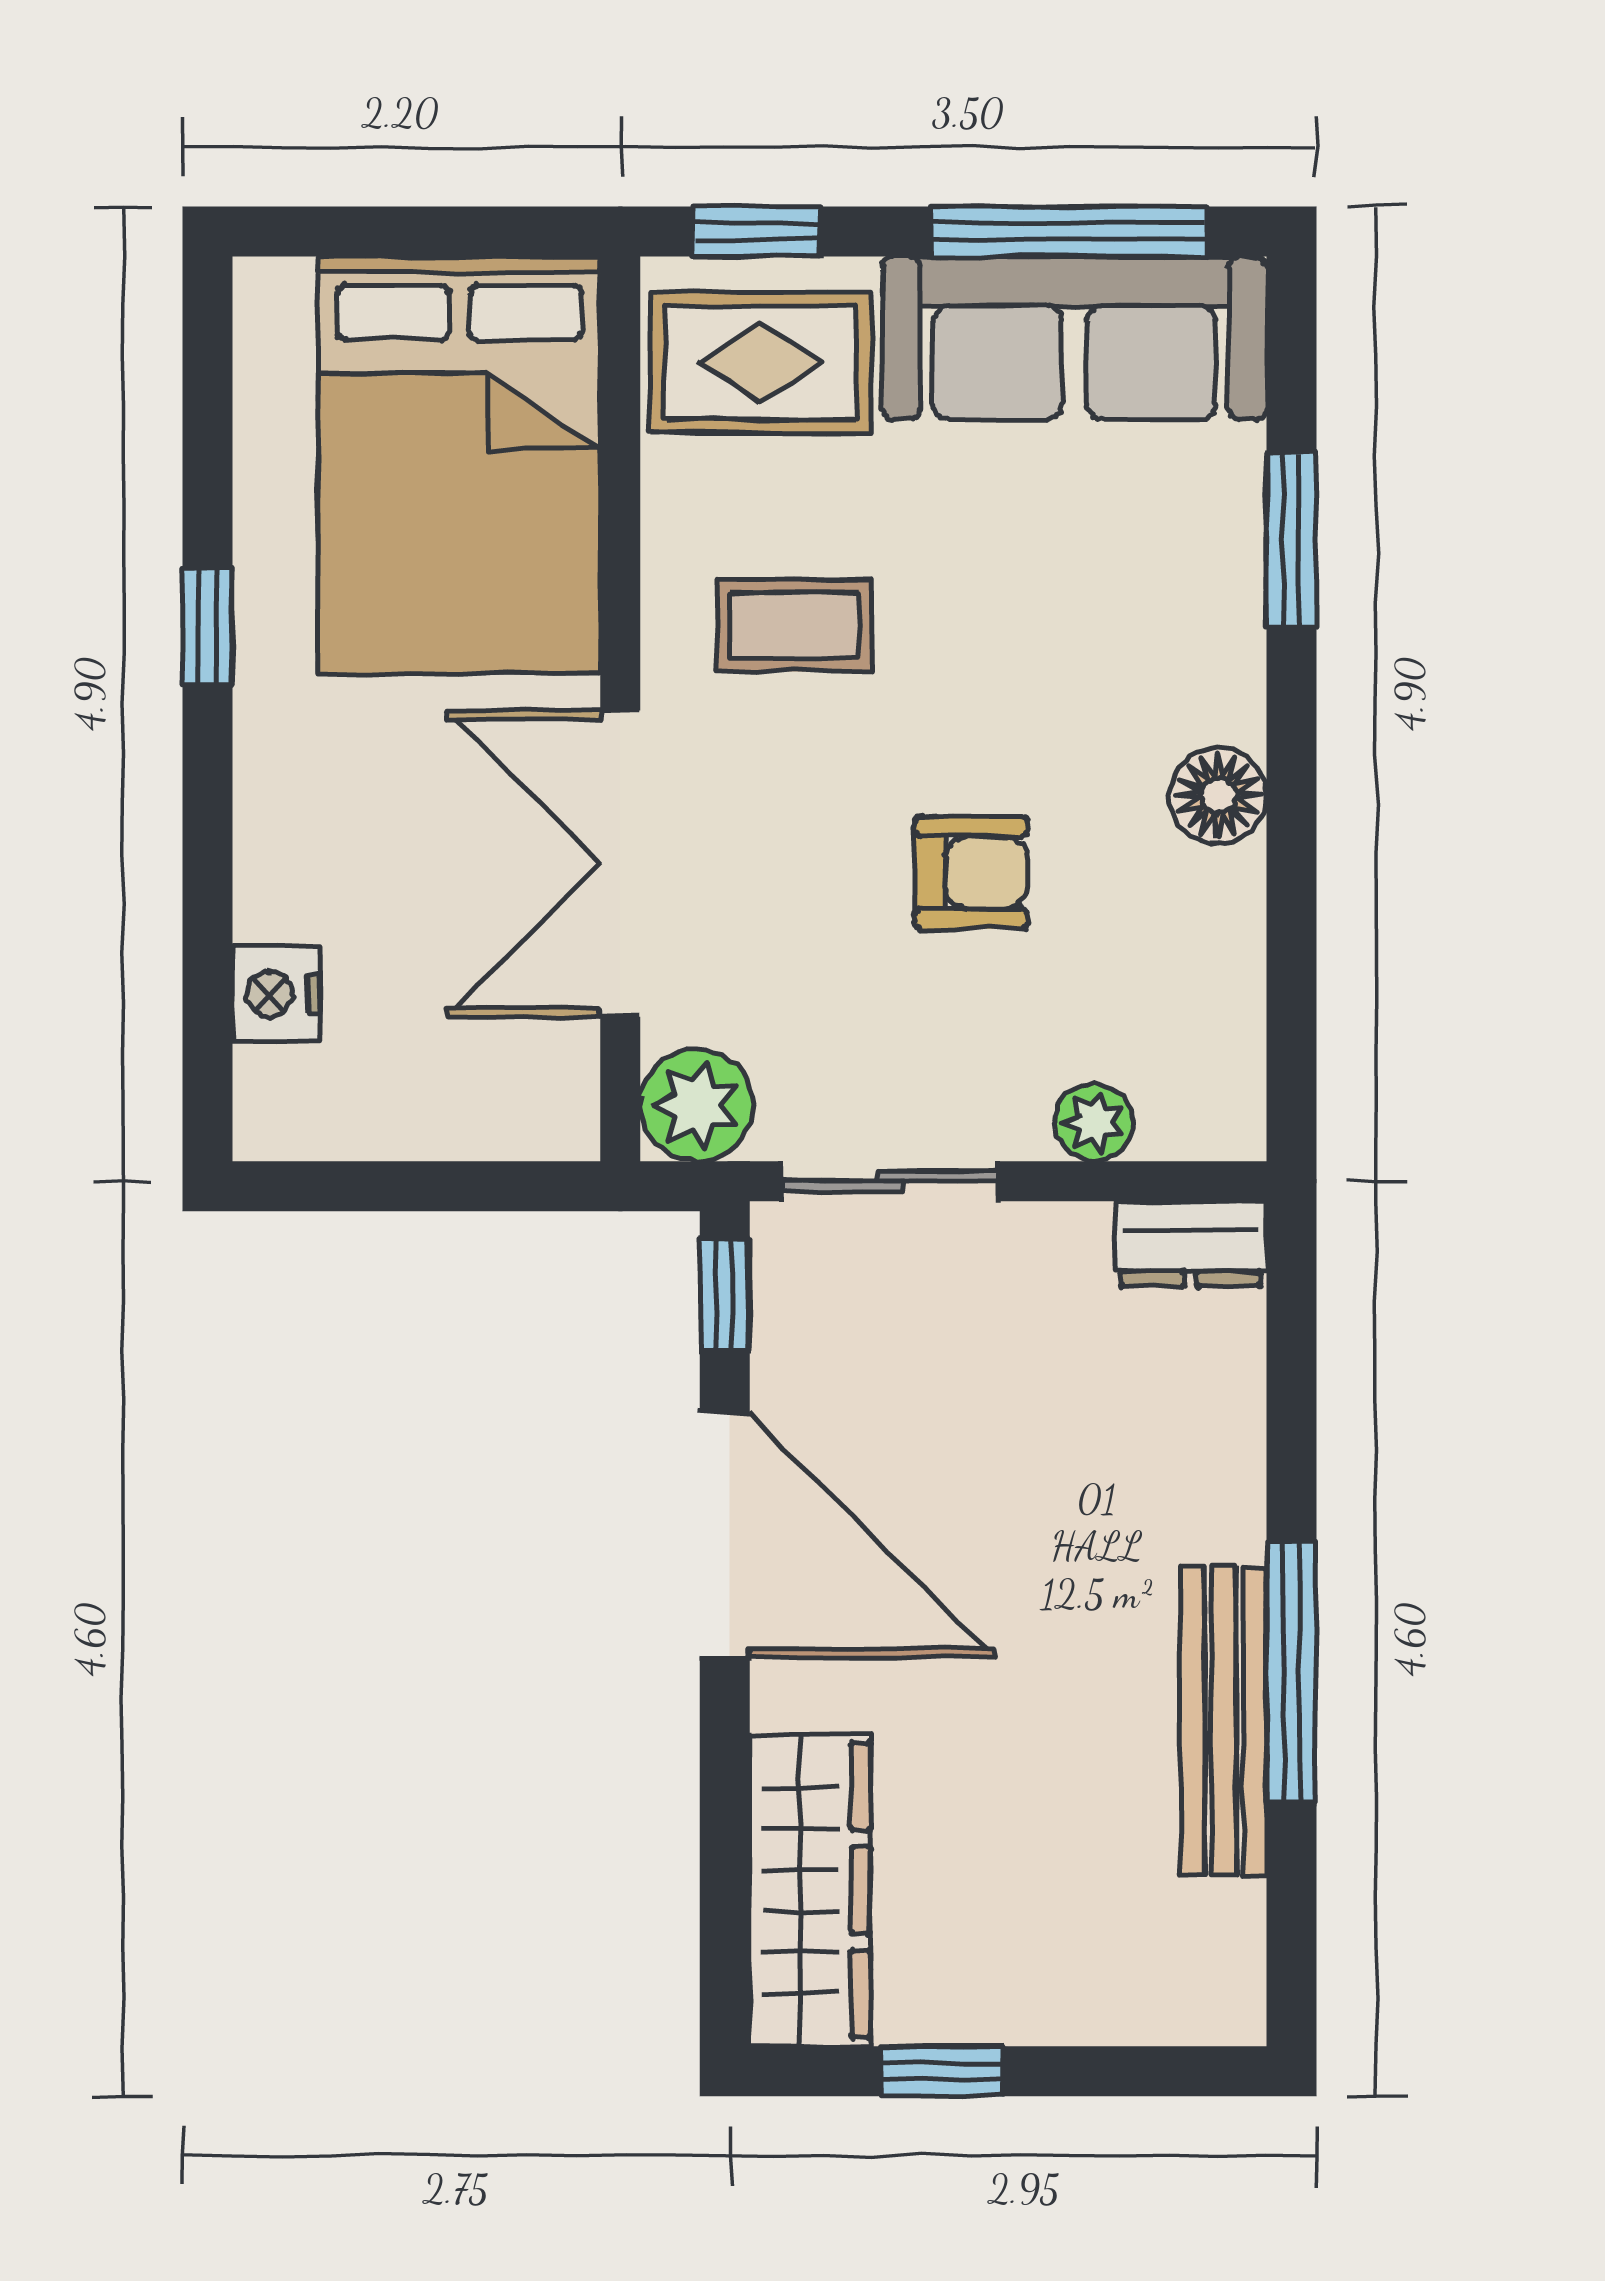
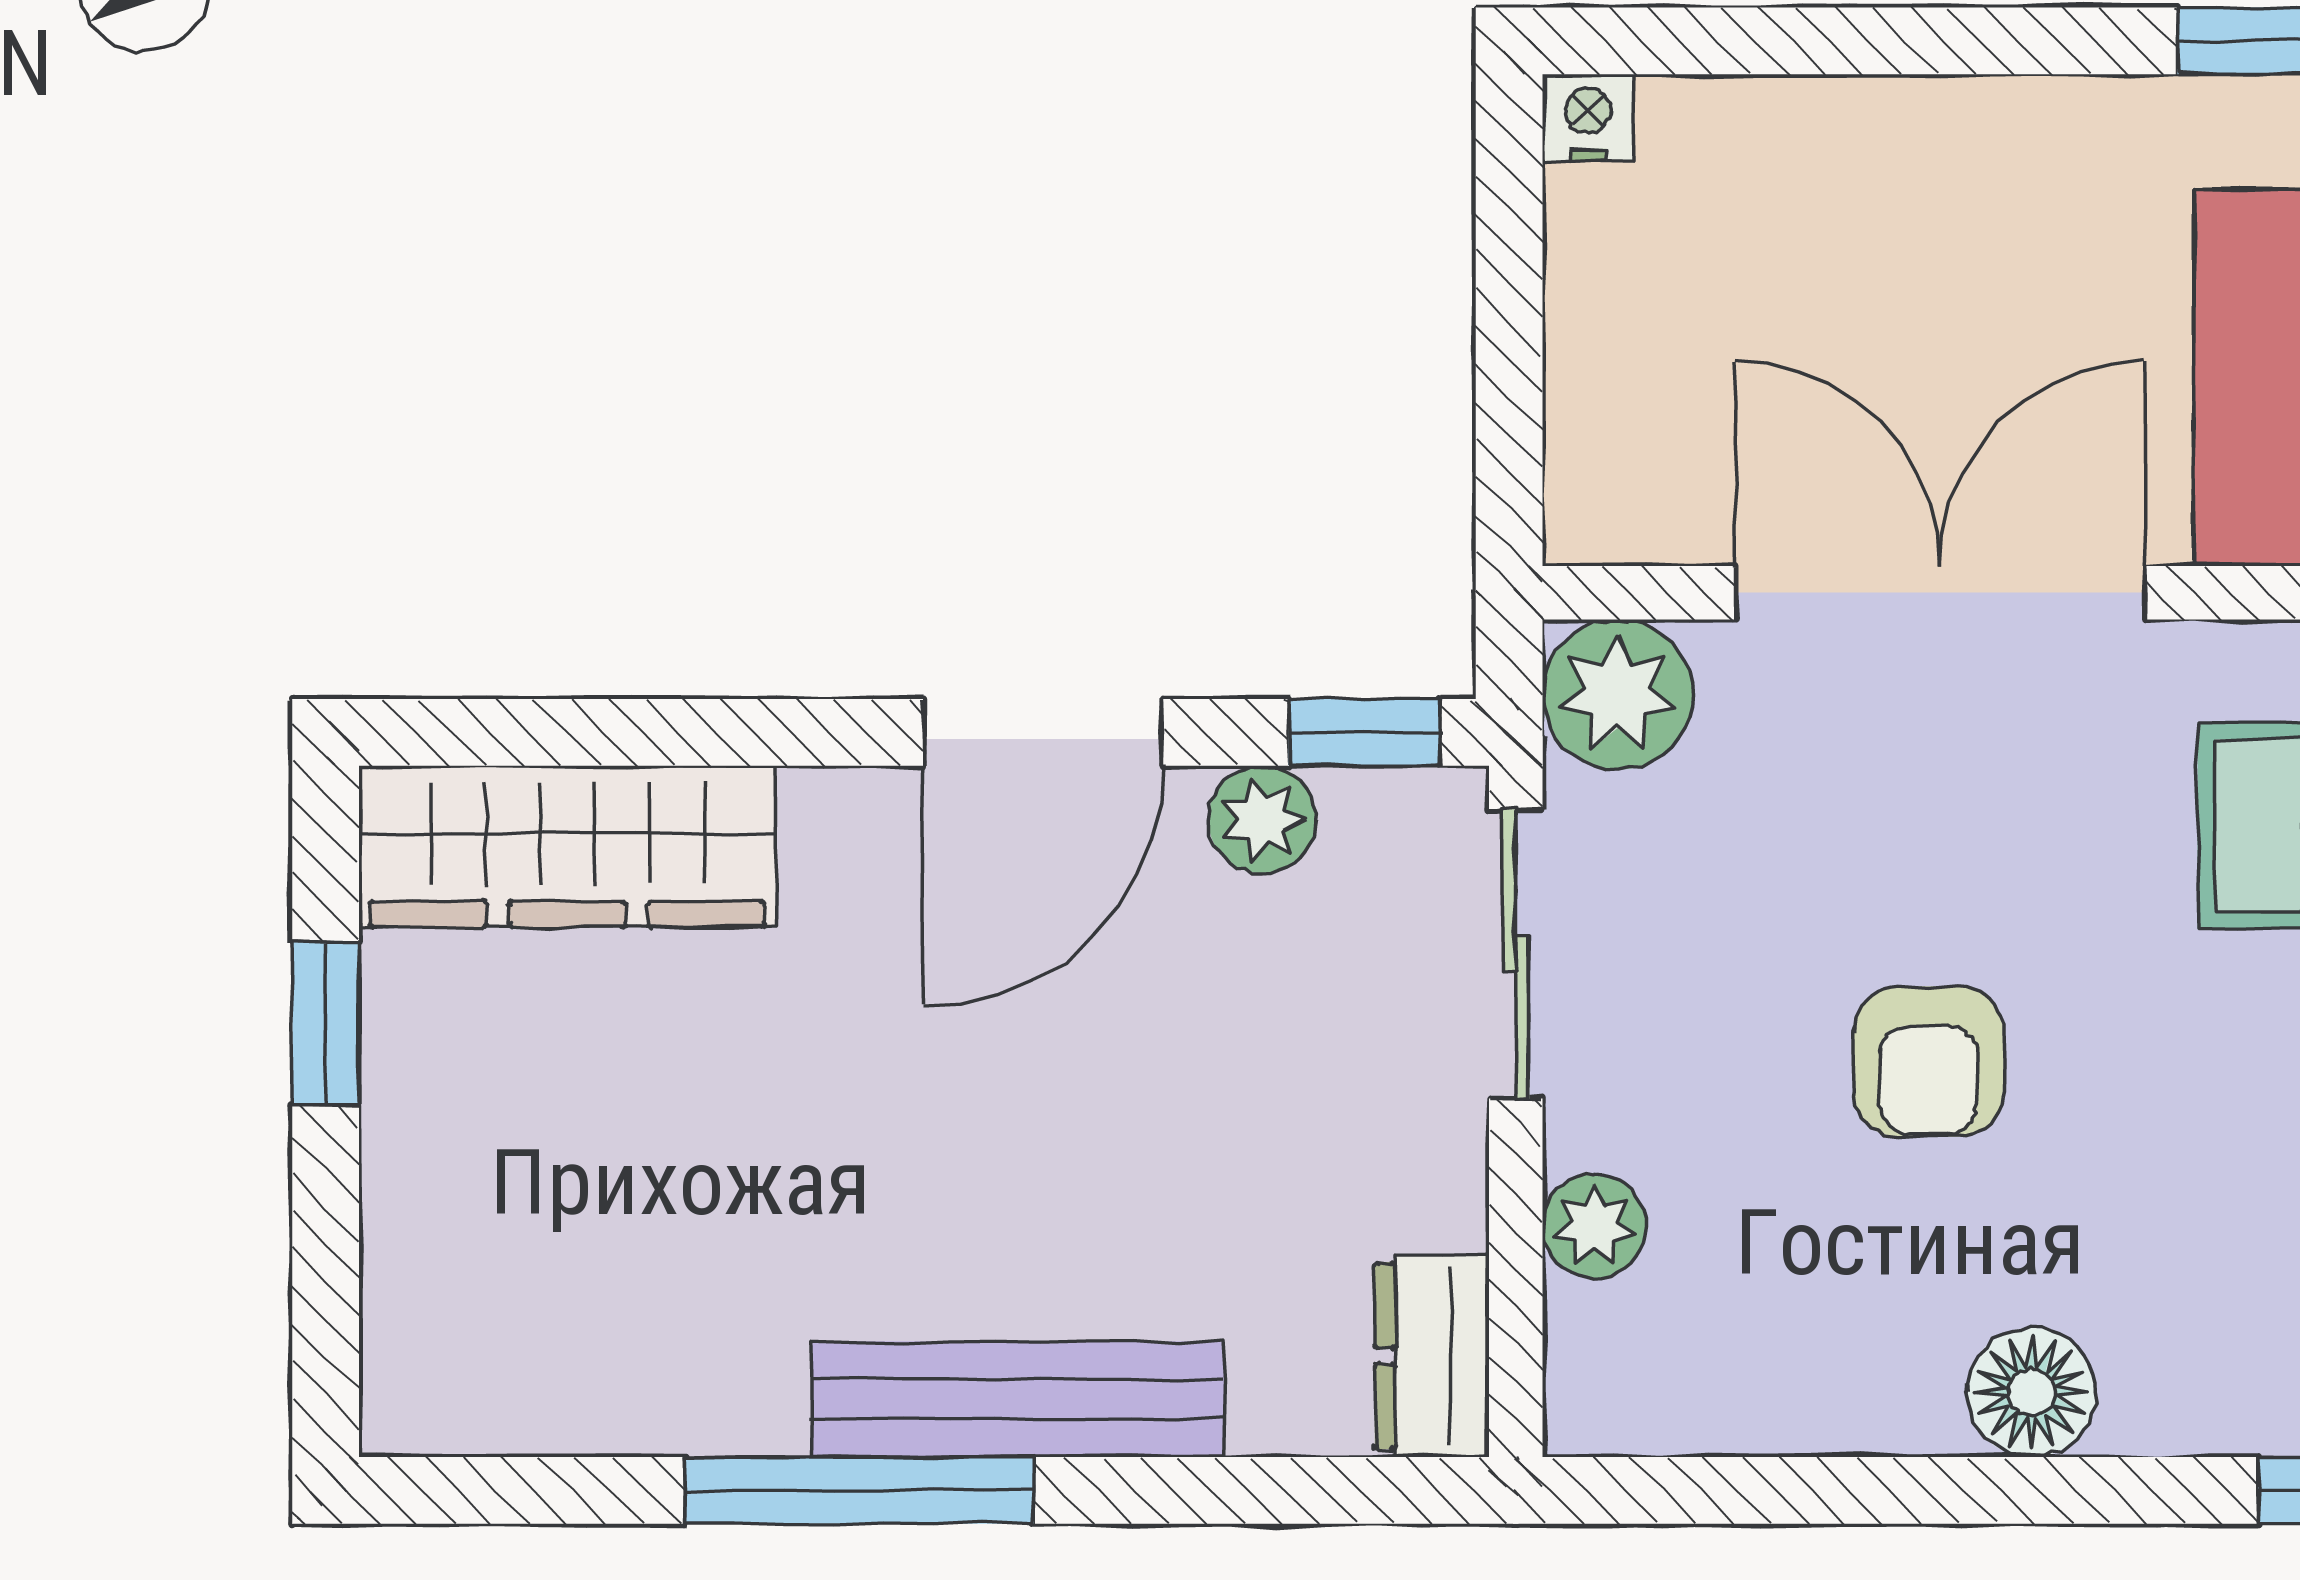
nightstand: (276, 994) -> (1588, 118), moved, width x0.72, depth x0.74
plant: (790, 1371) -> (1262, 819), added
door: (725, 1535) -> (1043, 732), width x0.73
bench: (1223, 1721) -> (1018, 1399), moved

